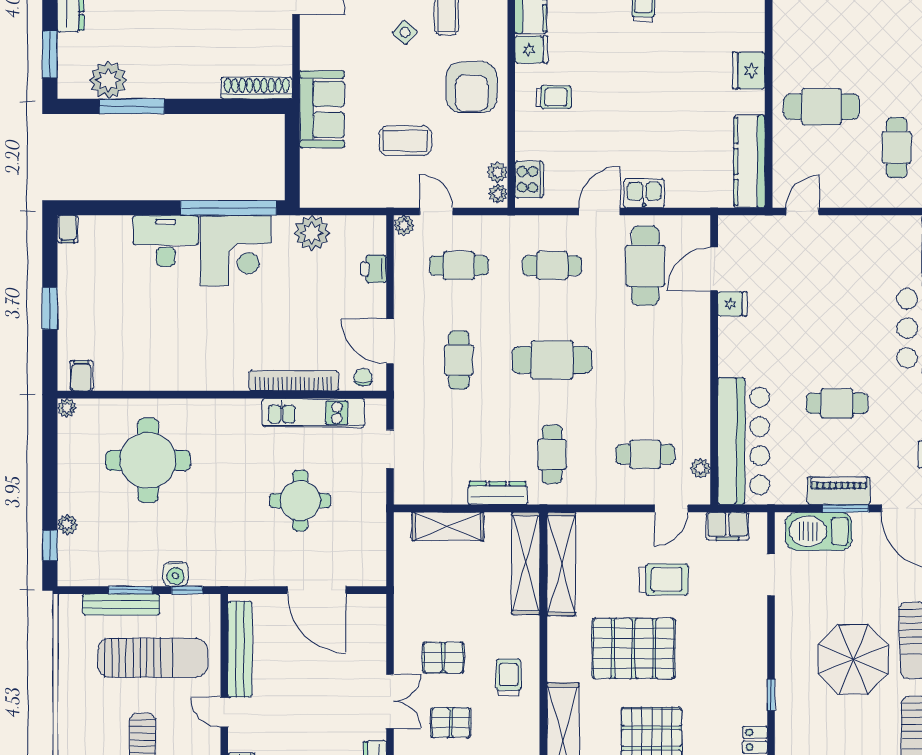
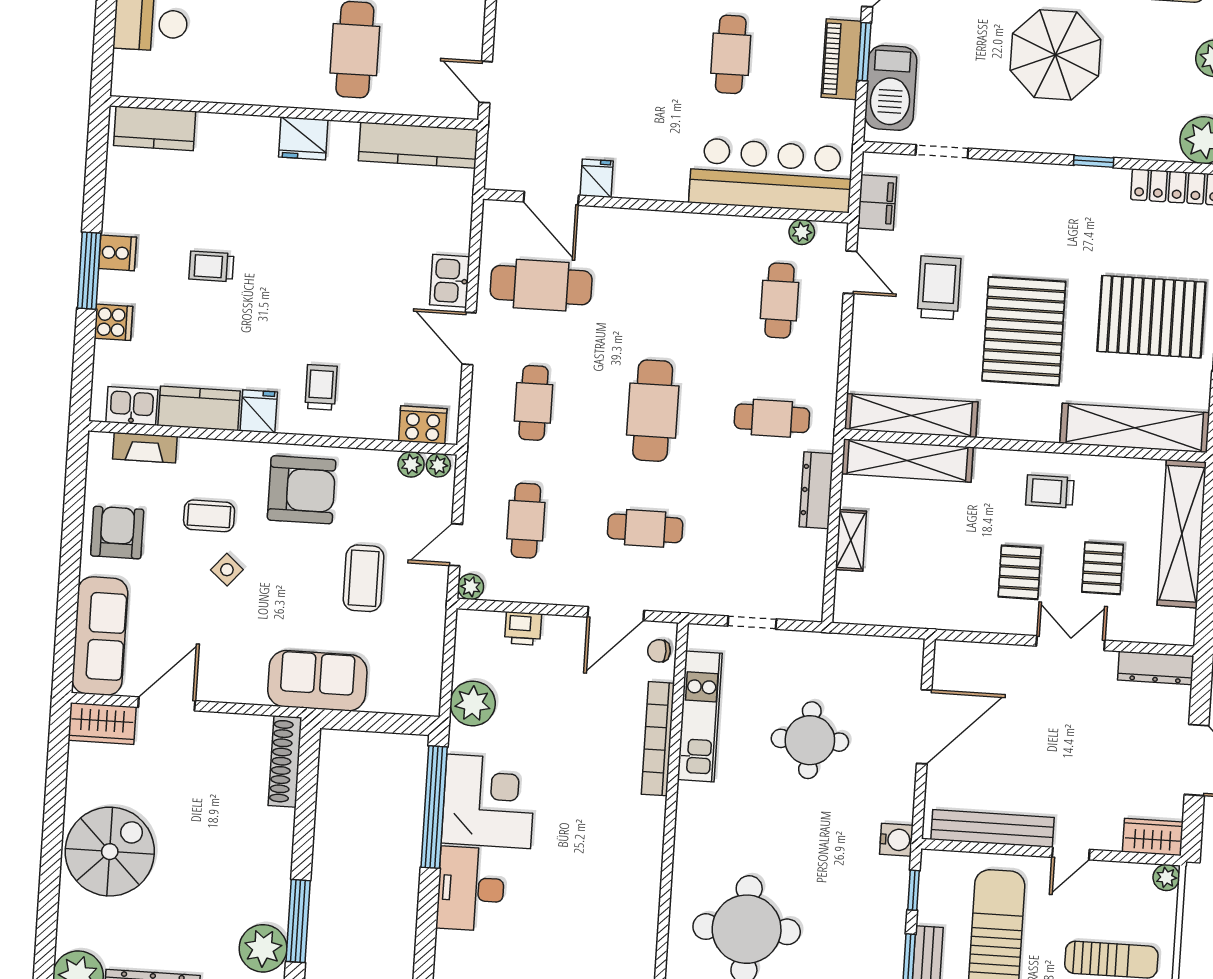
shelving: (448, 526) -> (851, 540), width x0.67, depth x0.75
water cooler: (176, 574) -> (896, 840), moved

